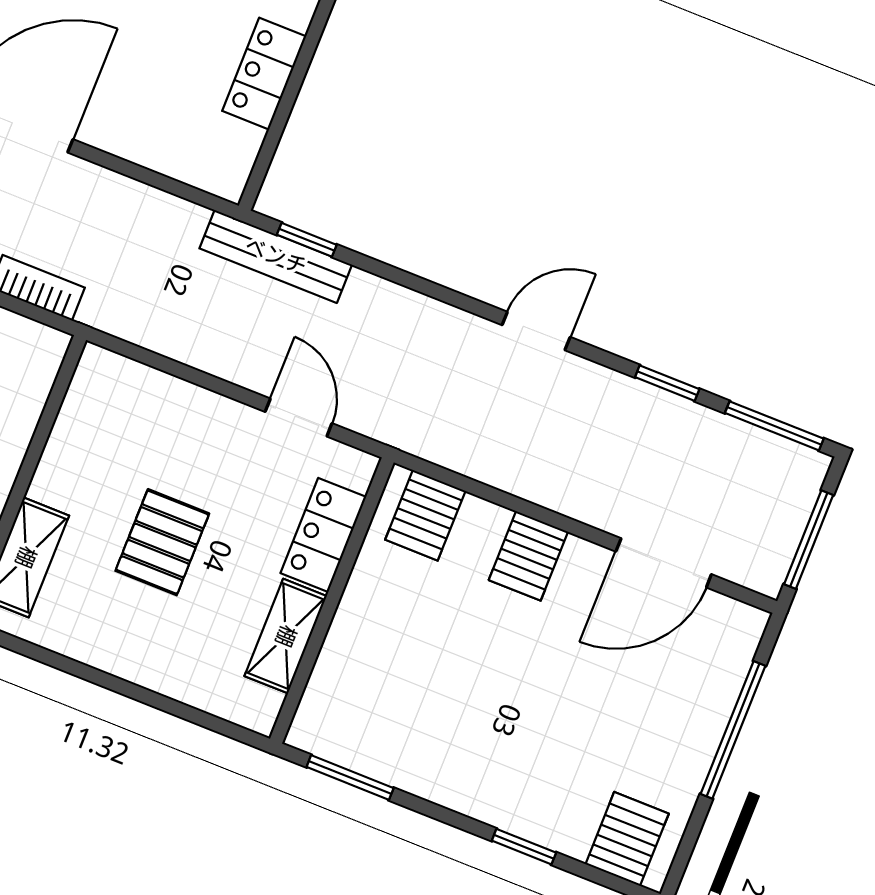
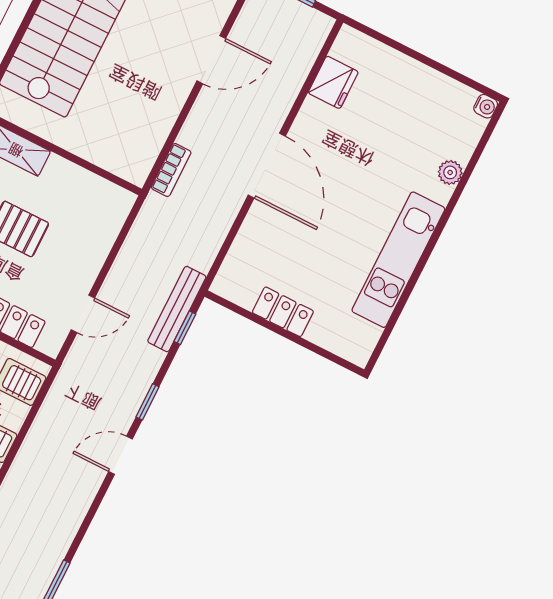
door: (536, 331) -> (120, 455), swing flipped
window: (667, 383) -> (147, 402), moved

